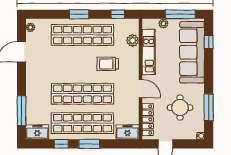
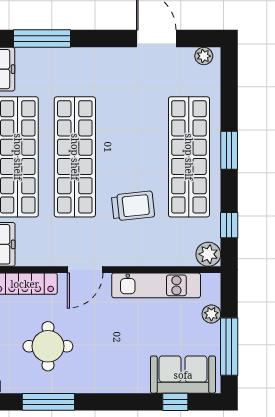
plant: (133, 40) -> (208, 254), moved
sofa: (192, 52) -> (183, 375), width x0.54, depth x0.79
trolley: (108, 64) -> (133, 206), turned 84

